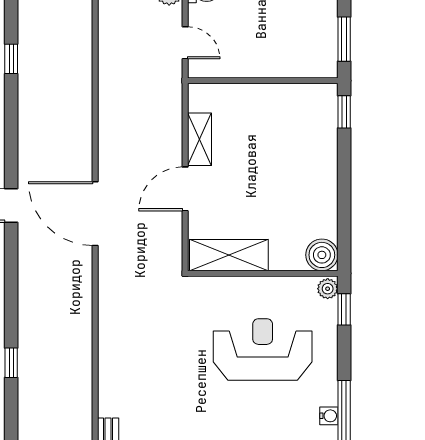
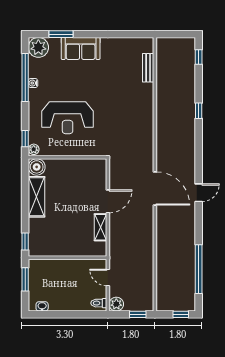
window: (11, 59) -> (199, 269), width x3.17
shelving: (229, 255) -> (37, 197), moved, turned 90

